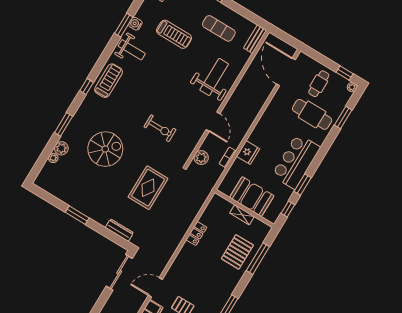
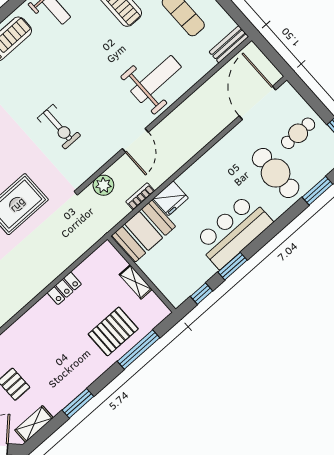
booth: (252, 197) -> (144, 231), moved, turned 90

